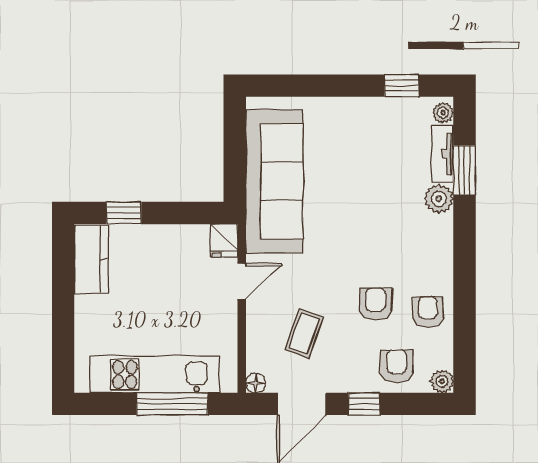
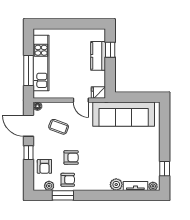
window: (464, 170) -> (63, 195), moved
kitchen counter: (91, 259) -> (98, 56), moved, turned 90
armchair: (397, 367) -> (44, 166), turned 90
plant: (442, 381) -> (49, 186), moved

